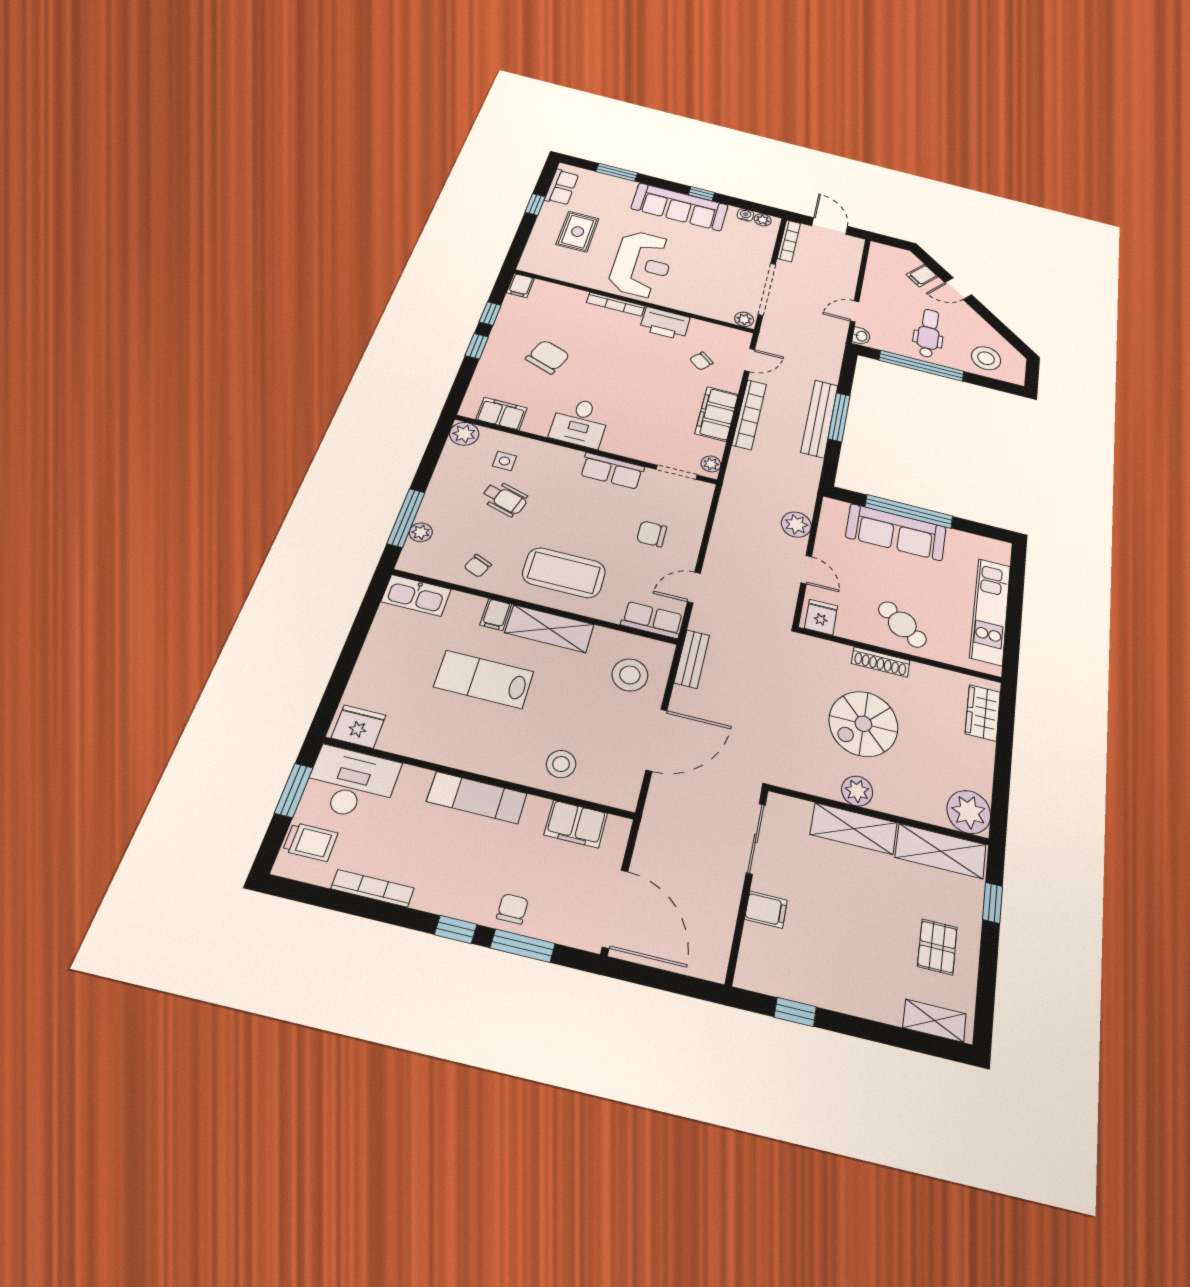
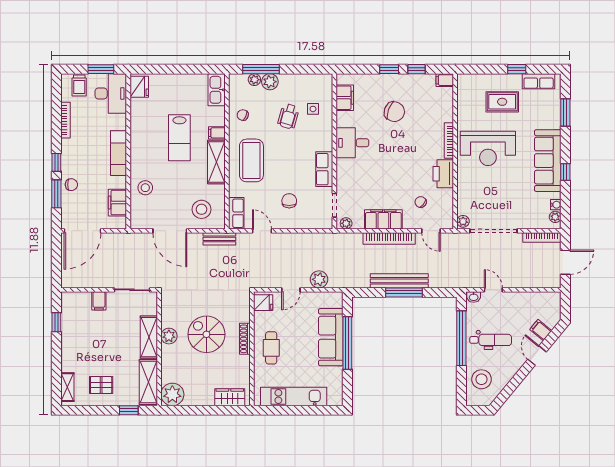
plant: (464, 434) -> (270, 82), moved
cafe table: (902, 624) -> (271, 348), turned -37
lab bench: (484, 679) -> (179, 138), turned 180

